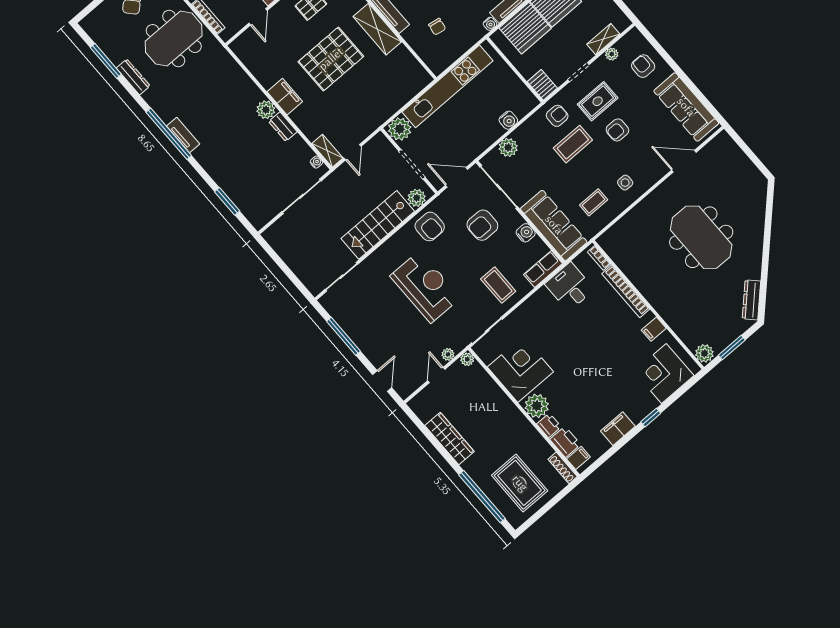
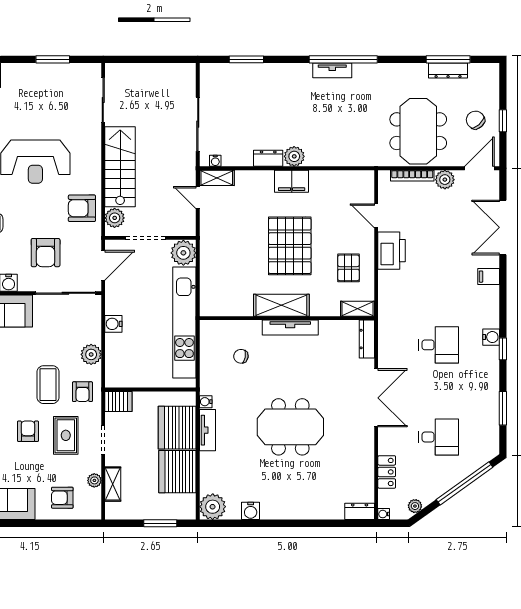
armchair: (643, 66) -> (62, 498), turned 180
dresser: (133, 77) -> (448, 71), moved
water cooler: (508, 120) -> (113, 324), moved
plant: (508, 147) -> (91, 354), moved
armchair: (482, 225) -> (46, 253), turned 180
window: (344, 336) -> (53, 59), width x0.69

